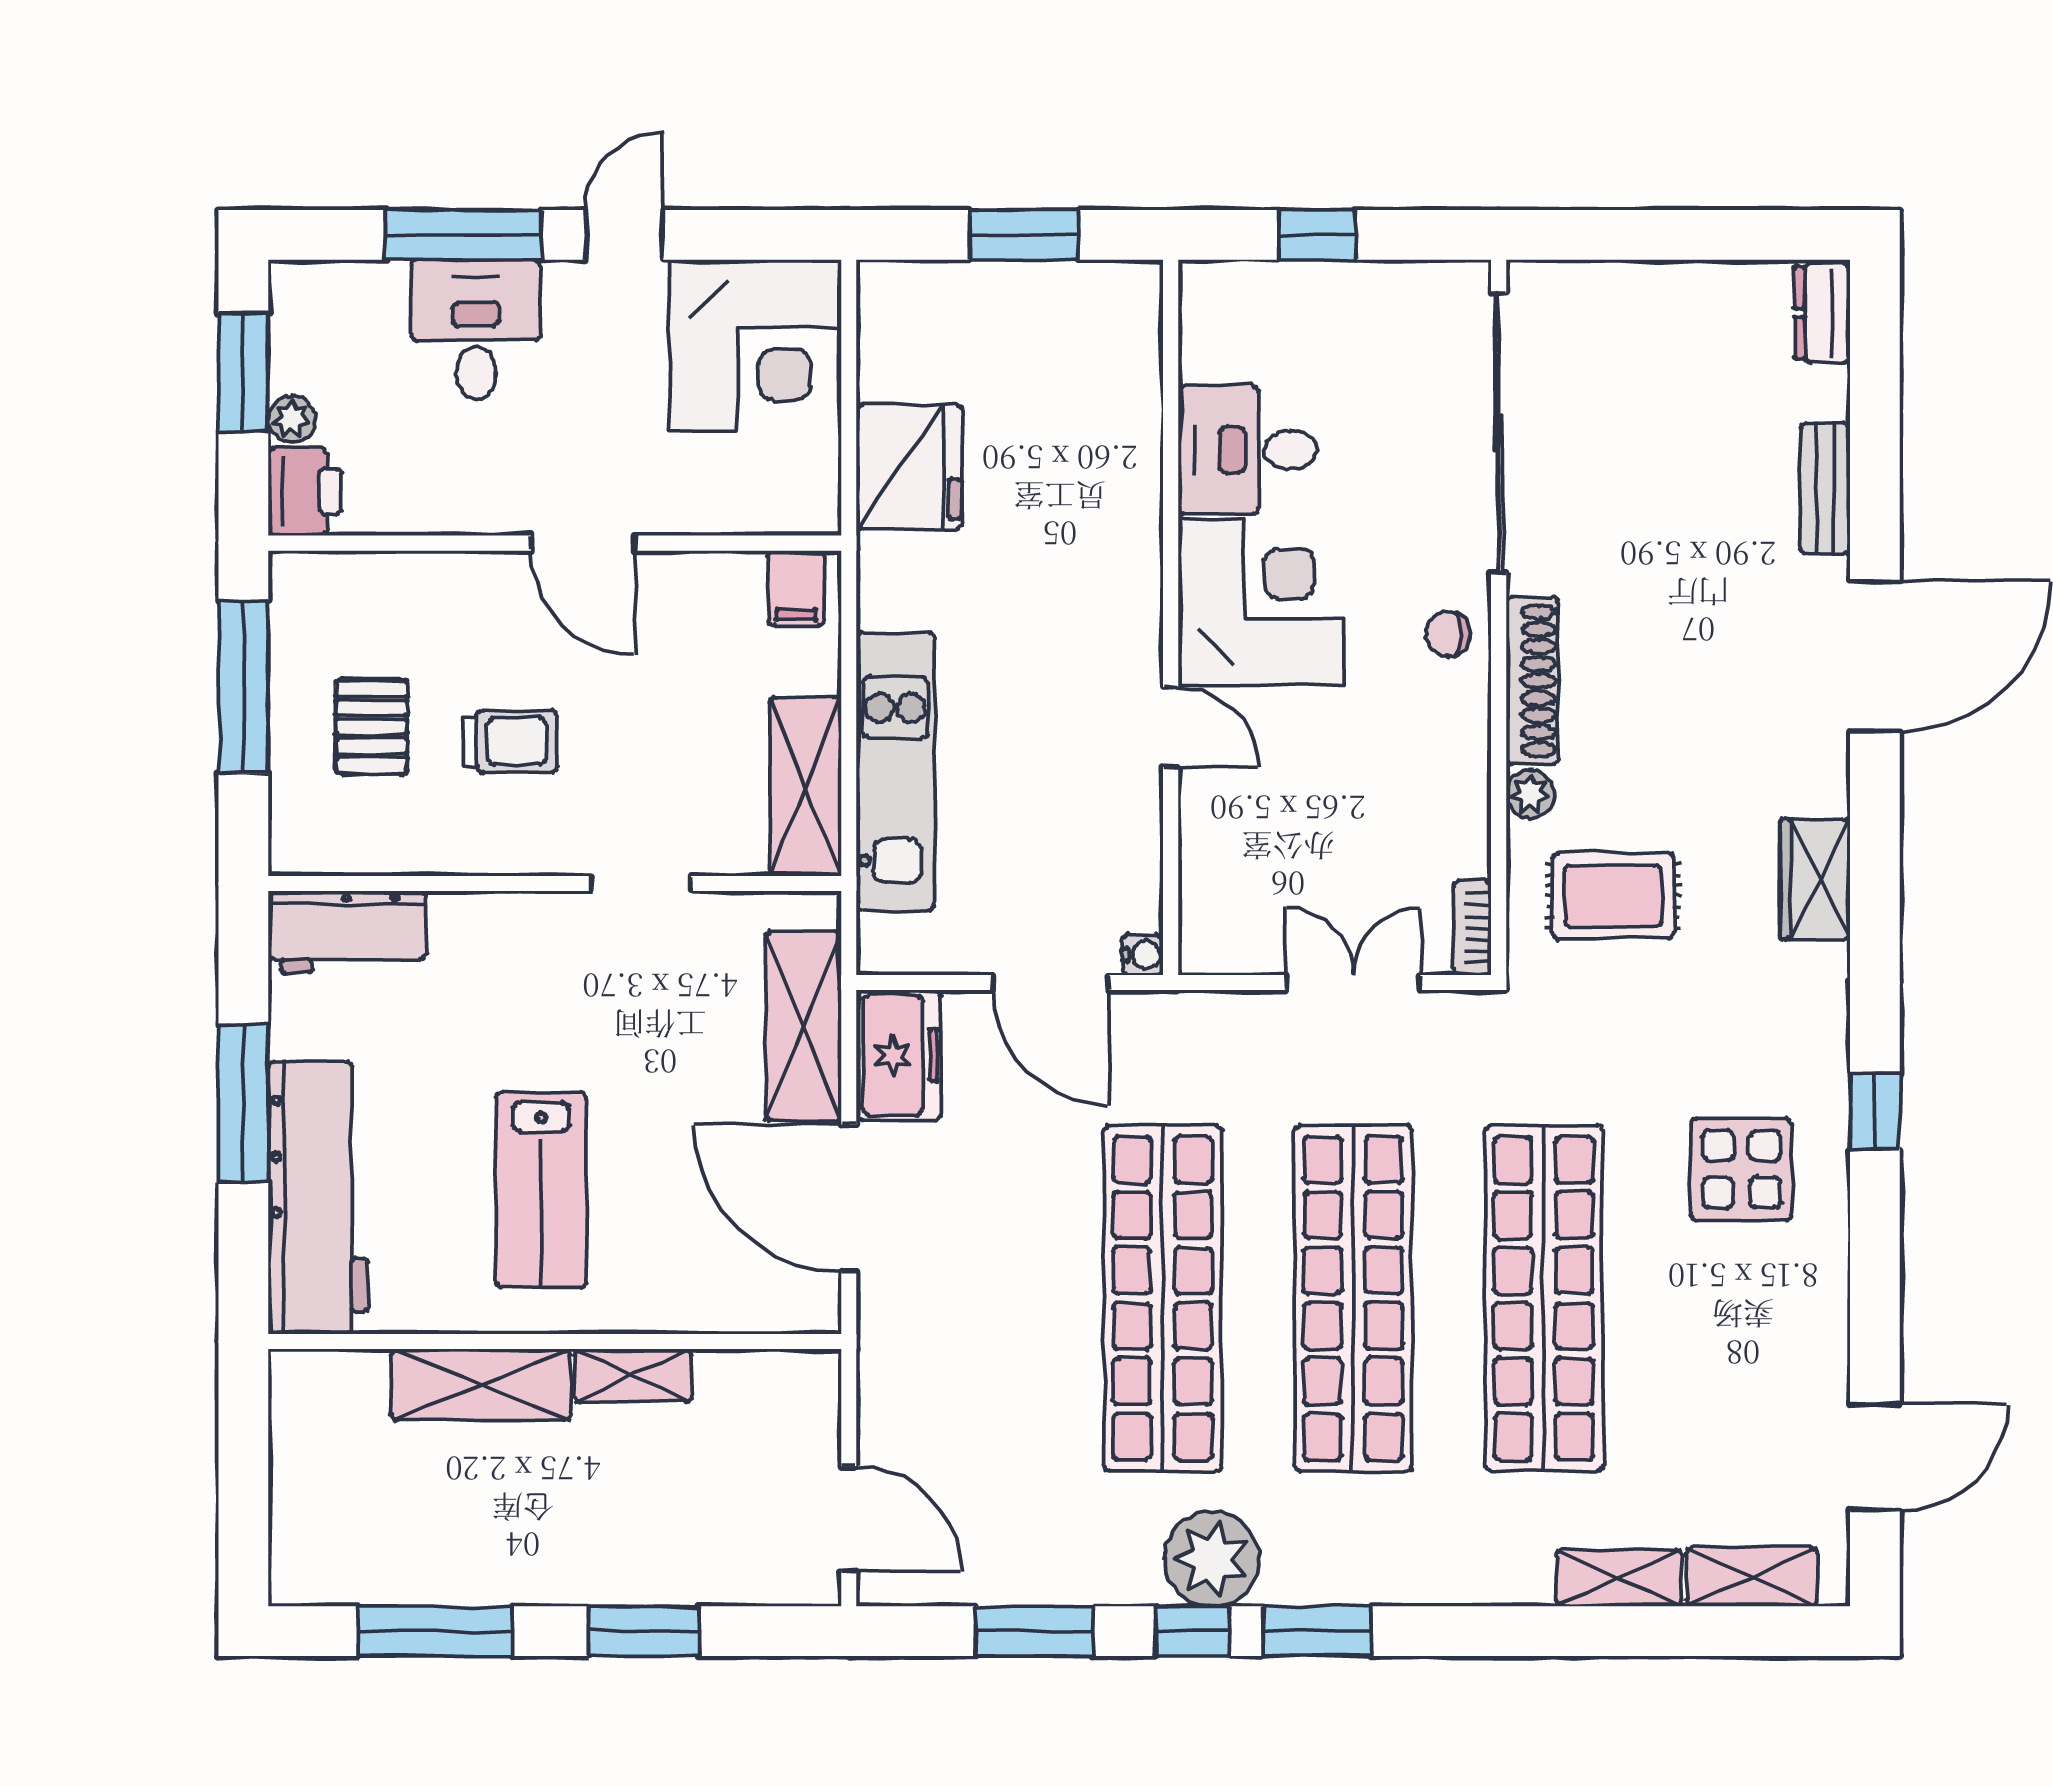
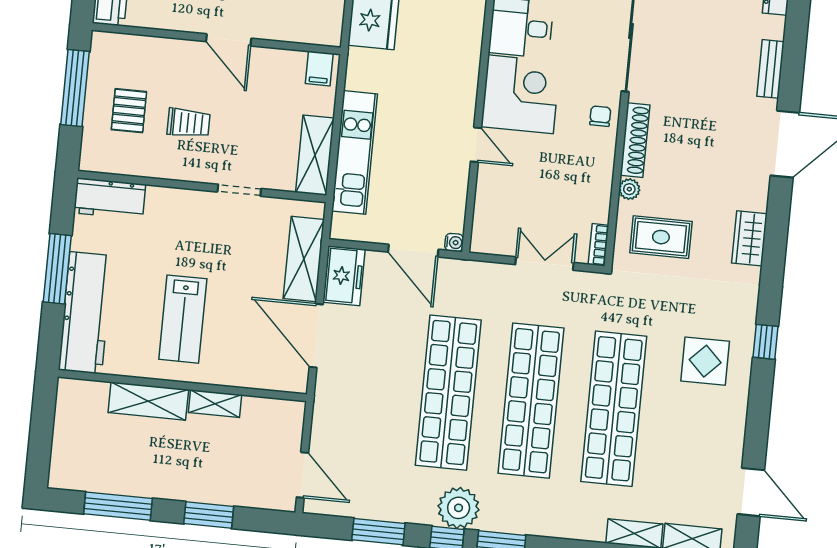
chair: (1448, 634) -> (600, 116), turned 90
door: (1875, 1457) -> (751, 492), hinge flipped

